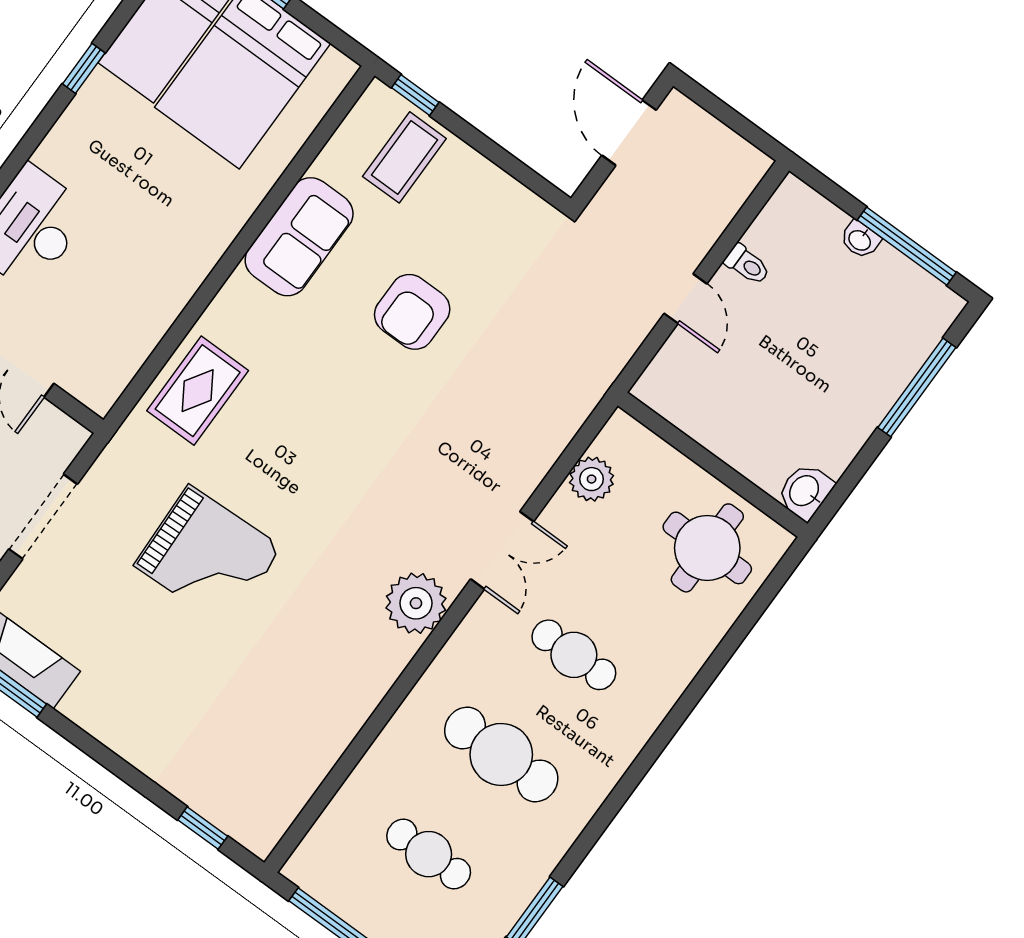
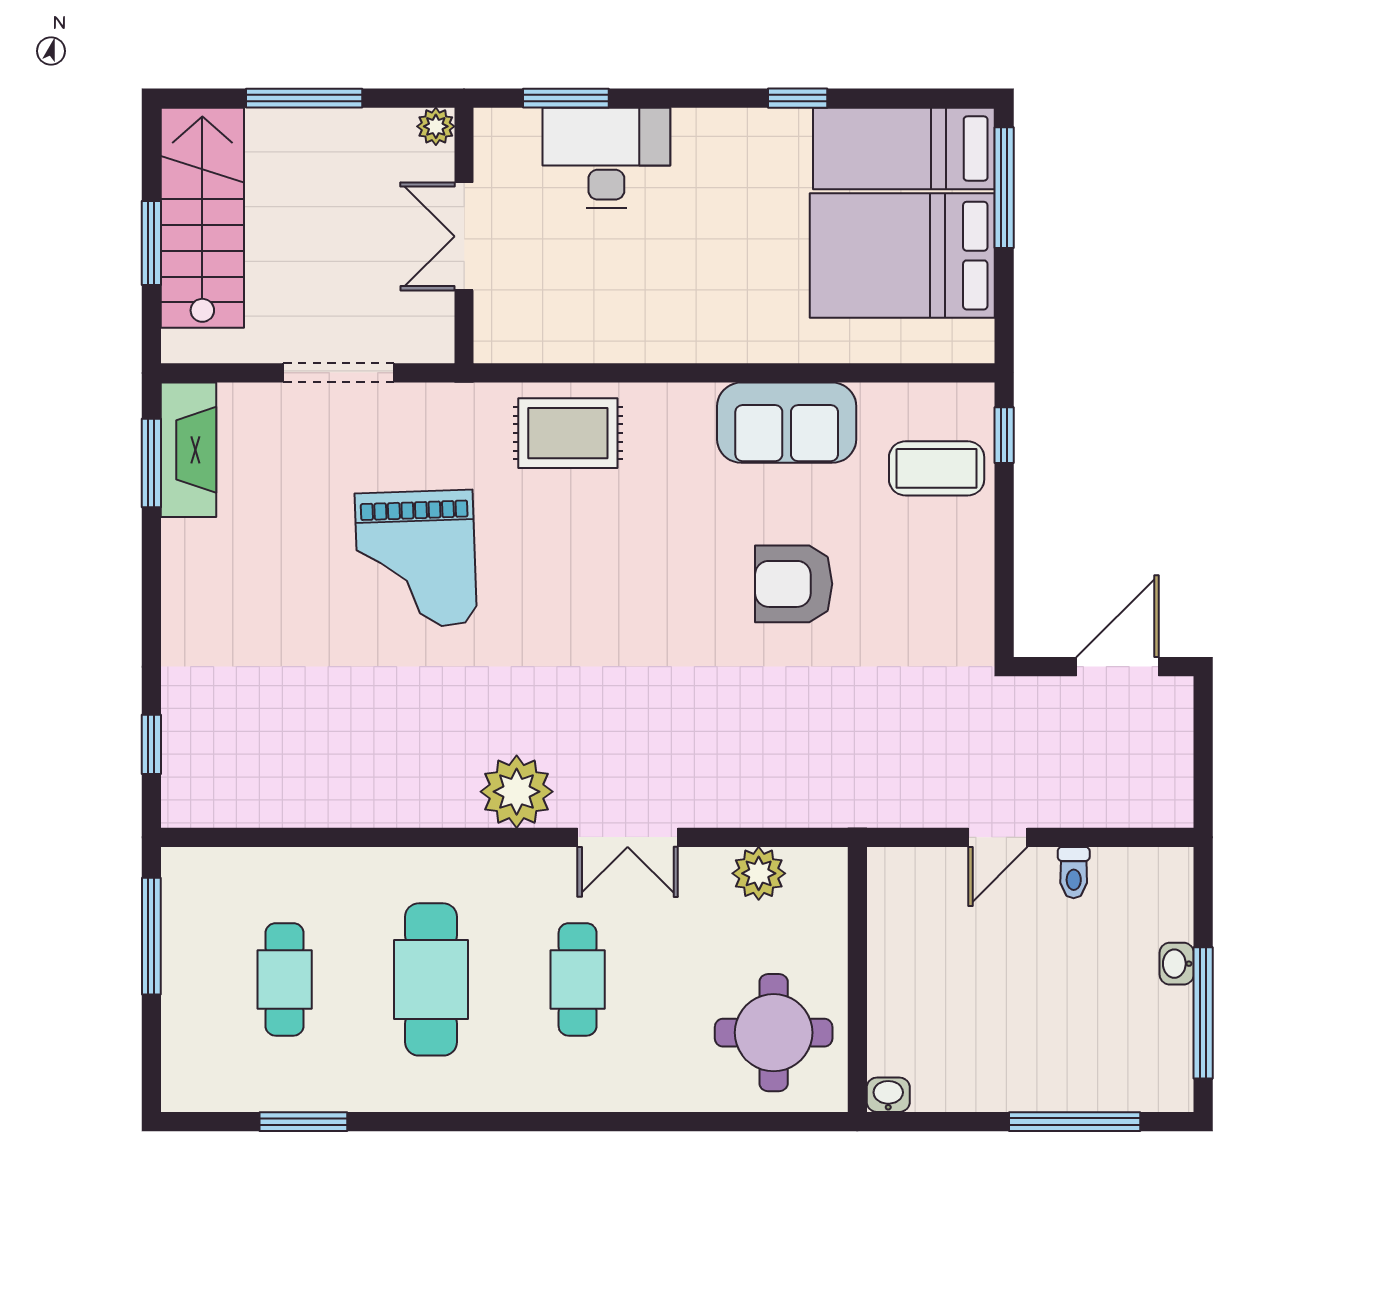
washbasin: (805, 491) -> (888, 1095), width x0.72, depth x0.69

